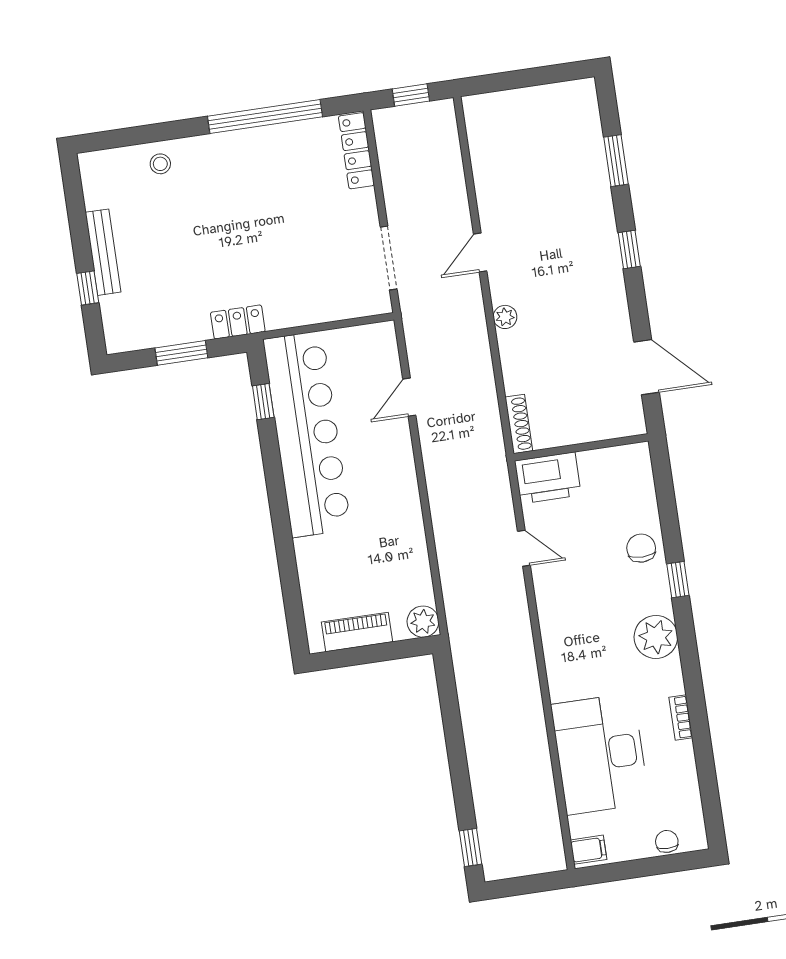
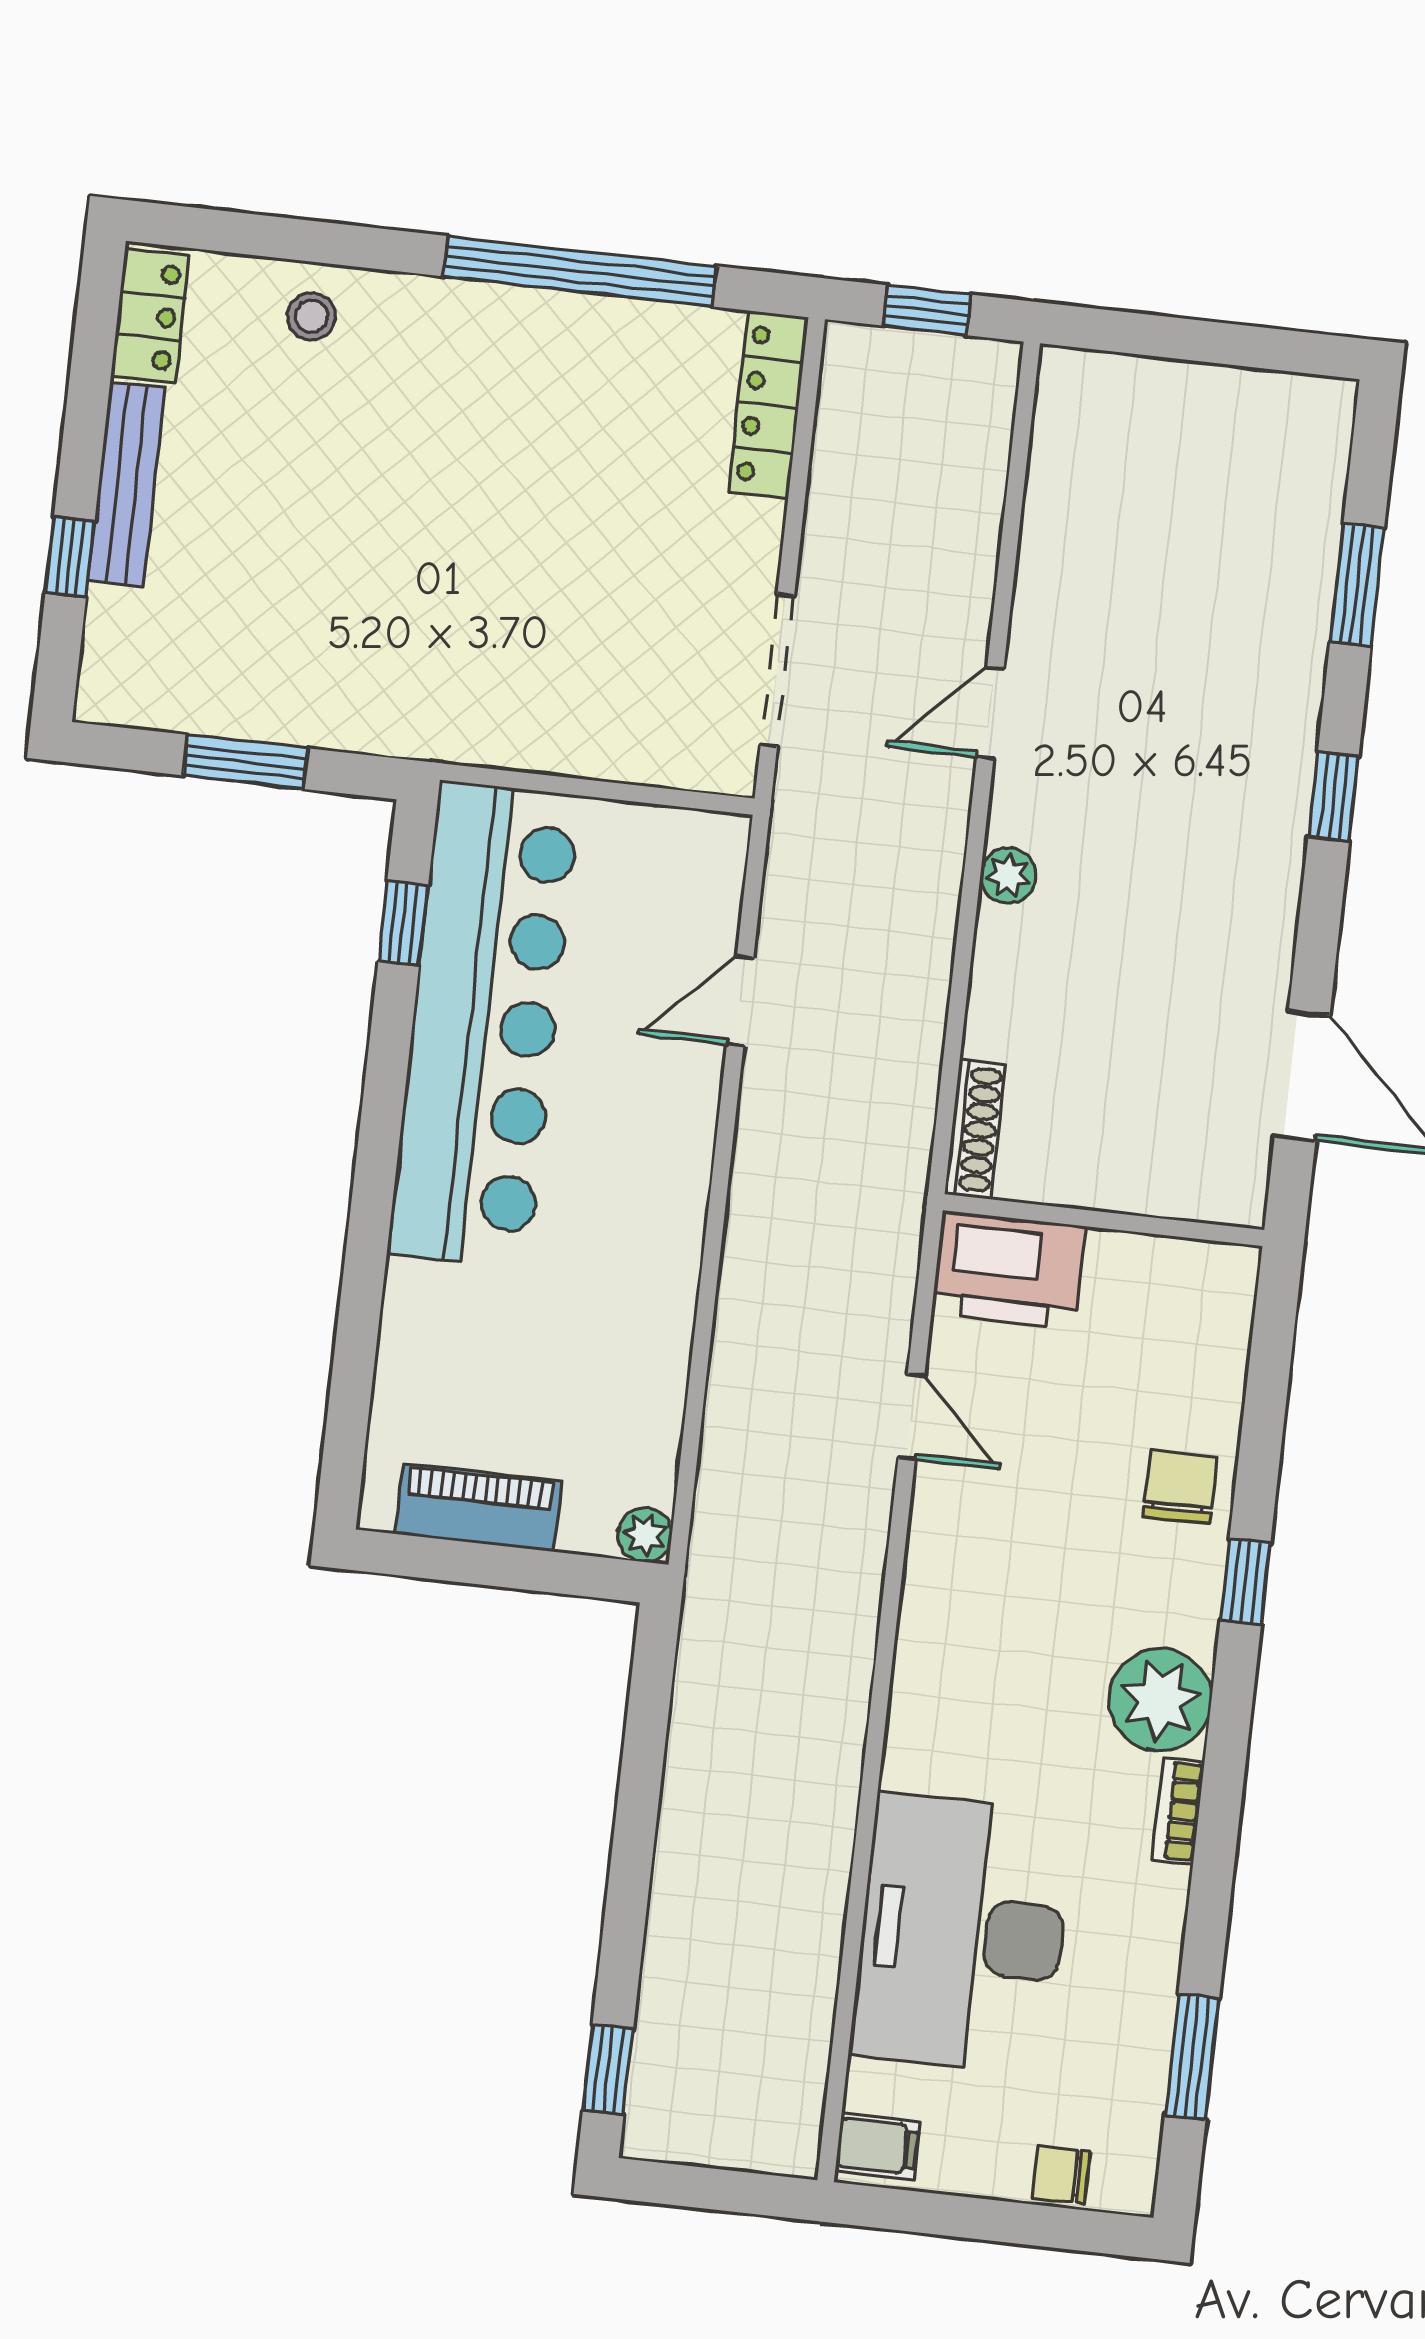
locker: (238, 322) -> (150, 316), moved, turned 90
plant: (423, 622) -> (645, 1535), width x0.73, depth x0.73
bookcase: (681, 718) -> (1178, 1811), moved
window: (707, 779) -> (1192, 2057), added
chair: (667, 841) -> (1061, 2175), turned -90

